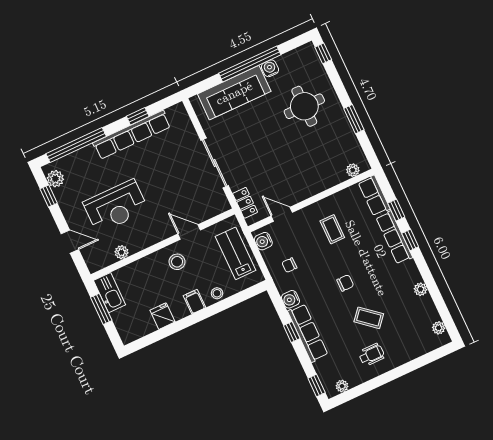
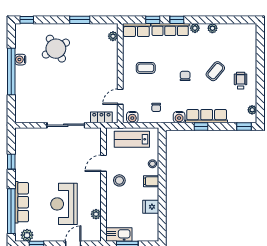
sofa: (234, 93) -> (25, 91), removed
round table: (304, 106) -> (56, 49), turned -31
row of seats: (132, 135) -> (22, 202), moved, width x0.73
reception desk: (116, 206) -> (64, 204), turned 180
plant: (439, 328) -> (195, 28), moved

